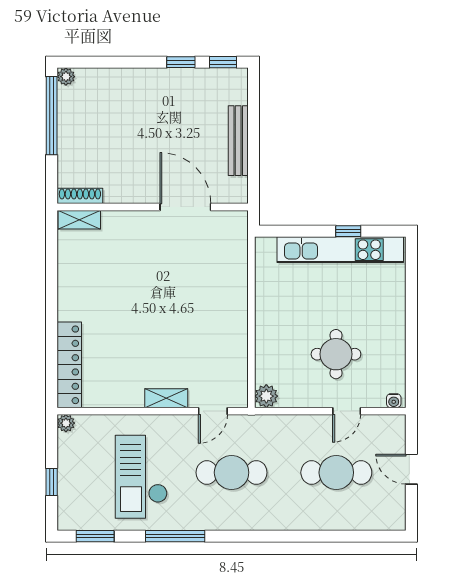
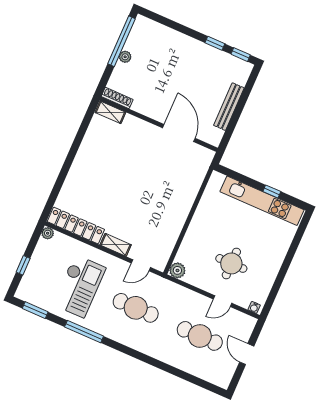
plant: (66, 77) -> (125, 57), moved
locker: (69, 365) -> (76, 226), moved, turned -90
checkout: (141, 477) -> (79, 286), turned 180

